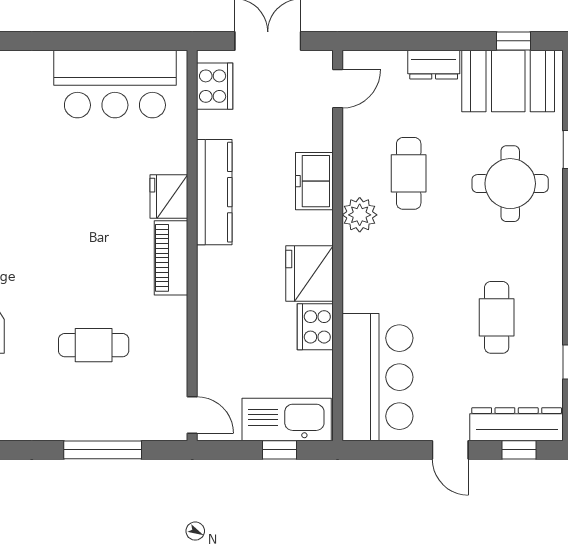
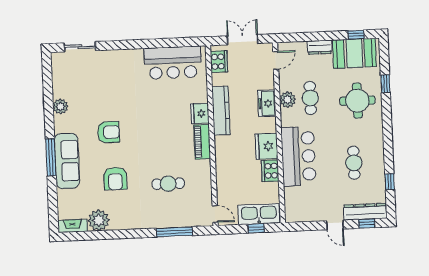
plant: (360, 215) -> (288, 100), moved
bar counter: (377, 377) -> (298, 156), moved

